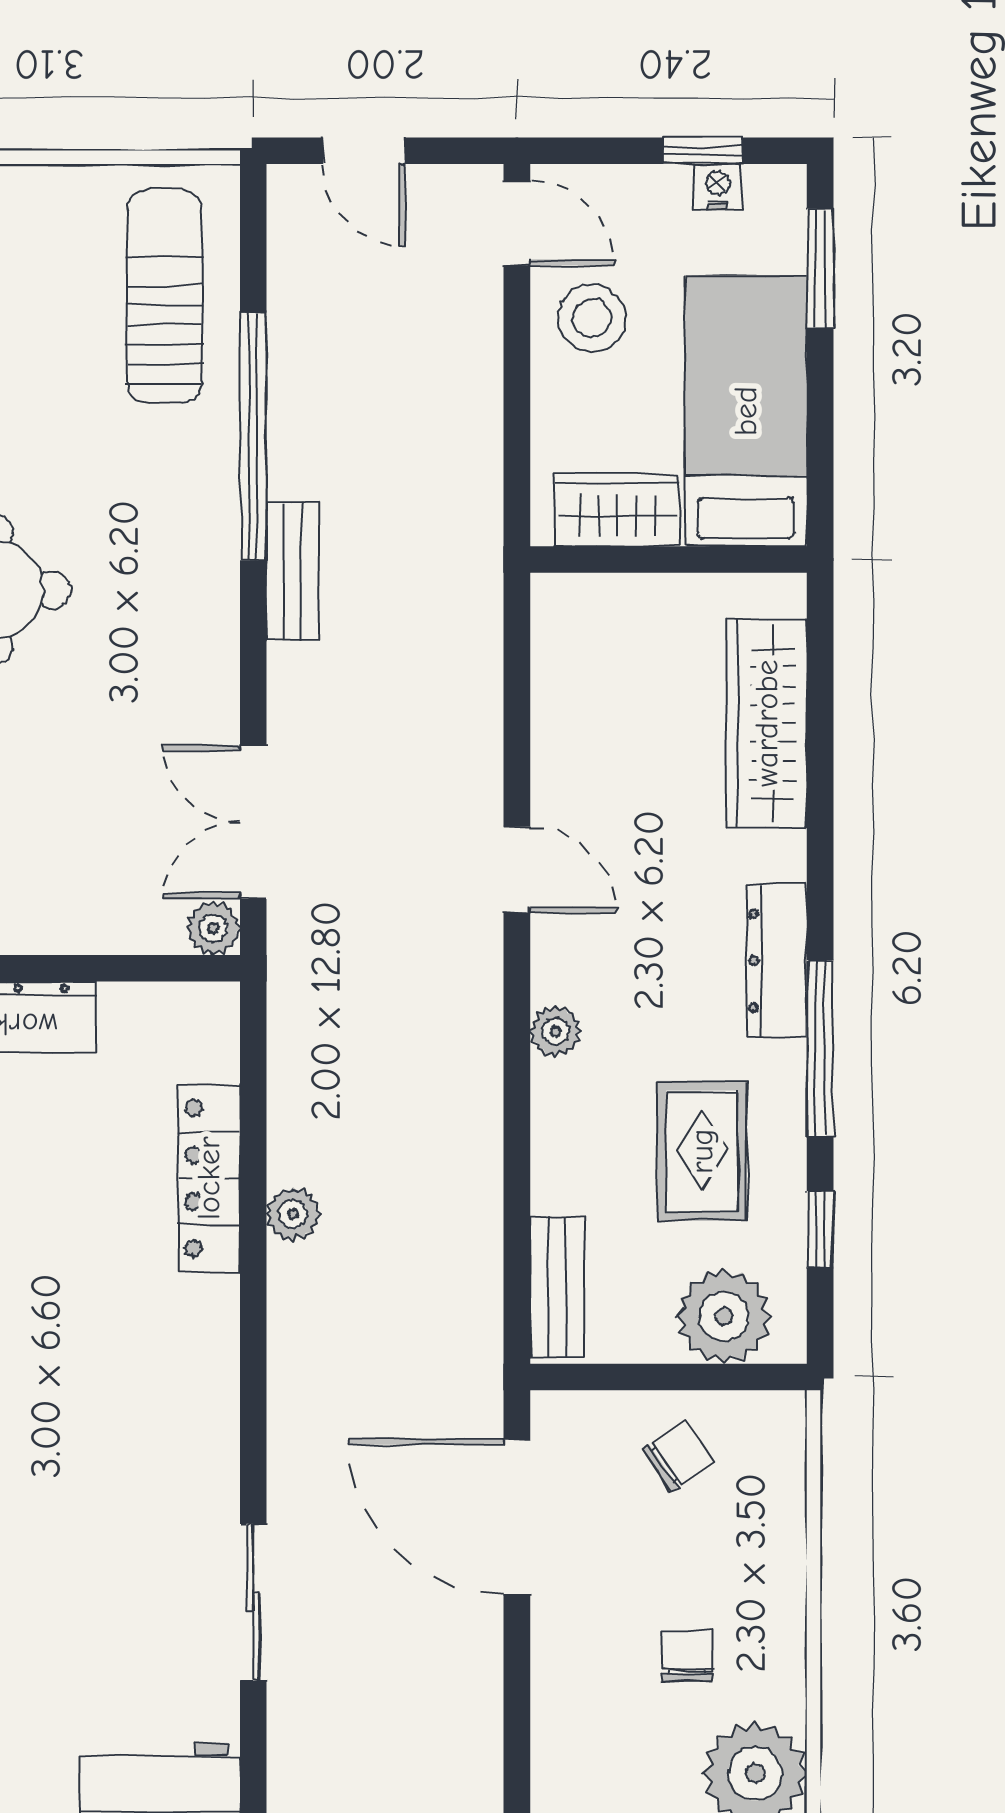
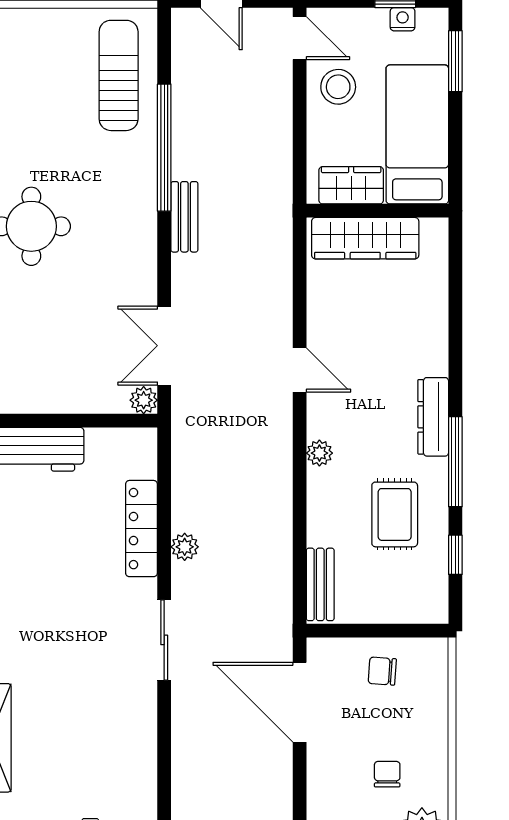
wardrobe: (767, 723) -> (365, 238), moved, turned -90
plant: (724, 1316) -> (406, 599), removed
chair: (678, 1456) -> (382, 671), turned -142
sliding door: (253, 1602) -> (164, 640), moved

